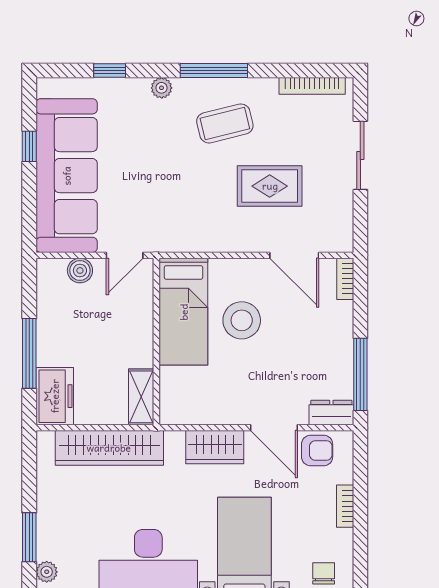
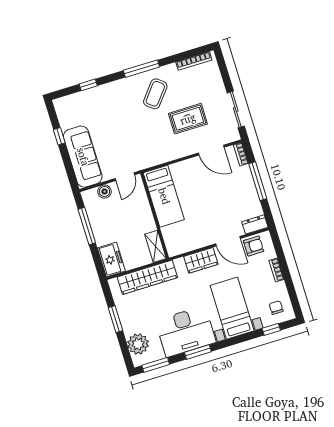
plant: (162, 88) -> (117, 86), removed
coffee table: (225, 123) -> (155, 94), turned -37
sliding door: (360, 155) -> (236, 109), moved
sofa: (67, 176) -> (83, 157), width x0.74, depth x0.79
stool: (242, 320) -> (195, 192), removed
window: (29, 353) -> (87, 226), moved
window: (360, 374) -> (258, 181), moved
window: (29, 537) -> (115, 319), moved
plant: (47, 572) -> (138, 344), width x1.88, depth x1.88

